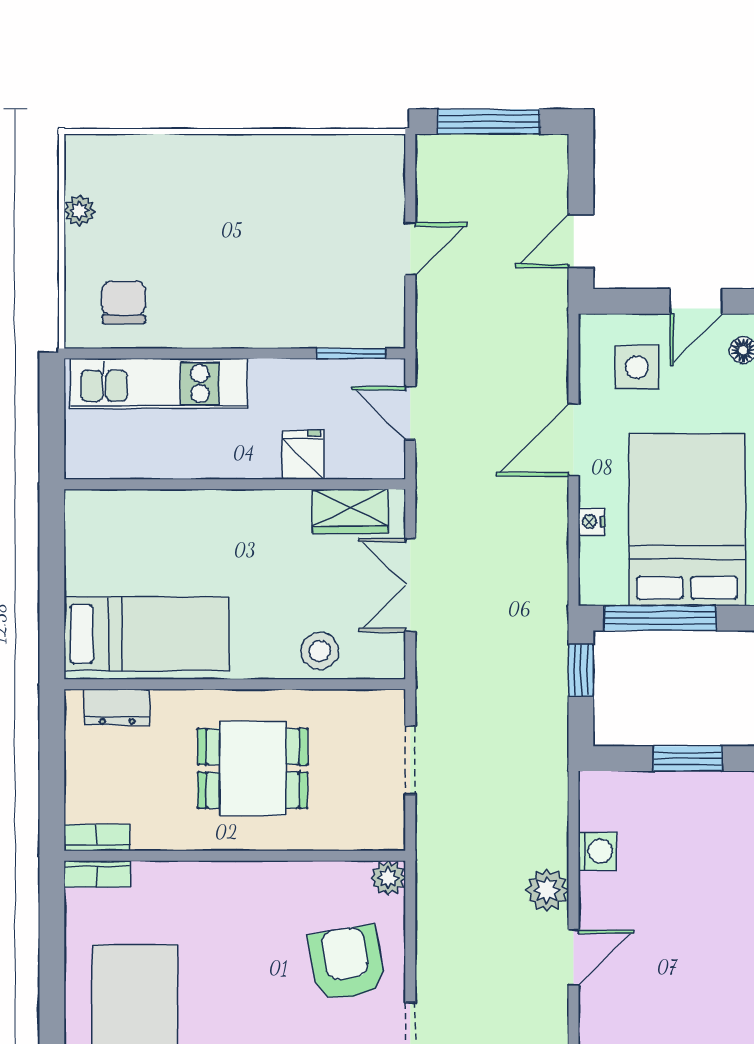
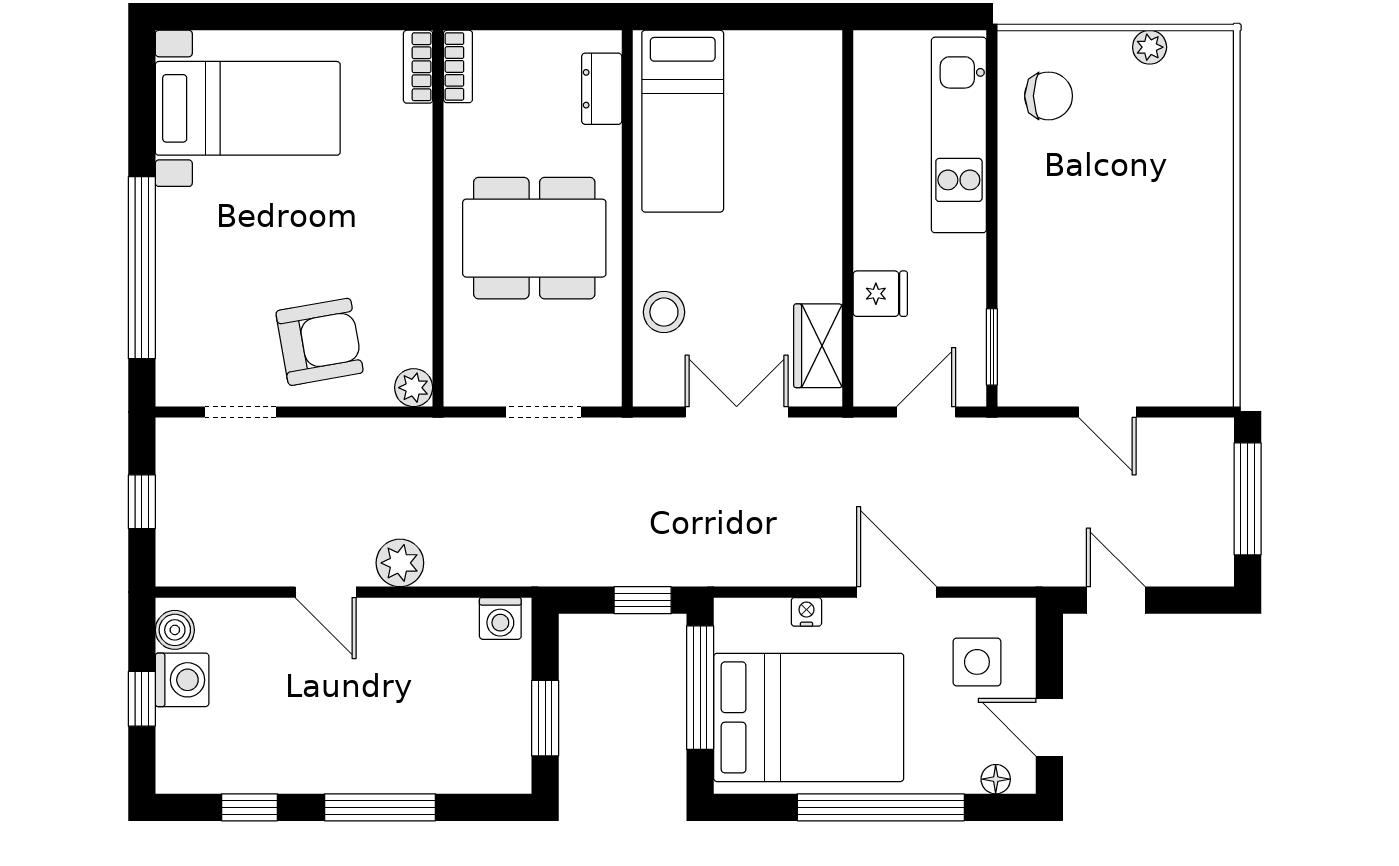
dining table: (253, 768) -> (534, 238), width x1.38
washing machine: (597, 851) -> (500, 618), moved

